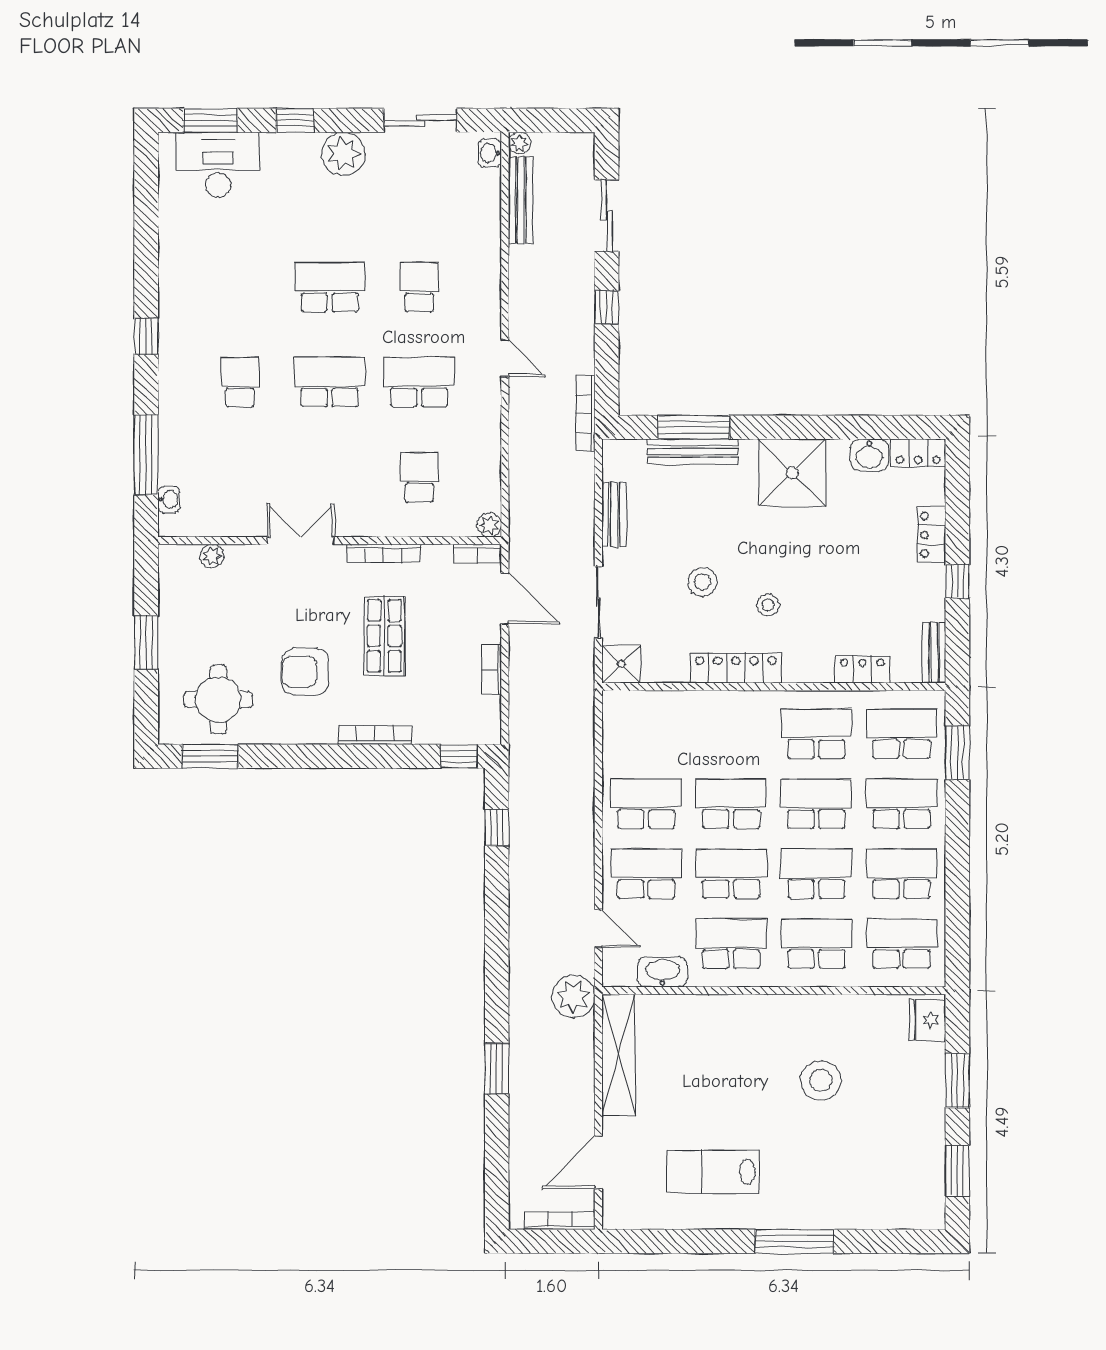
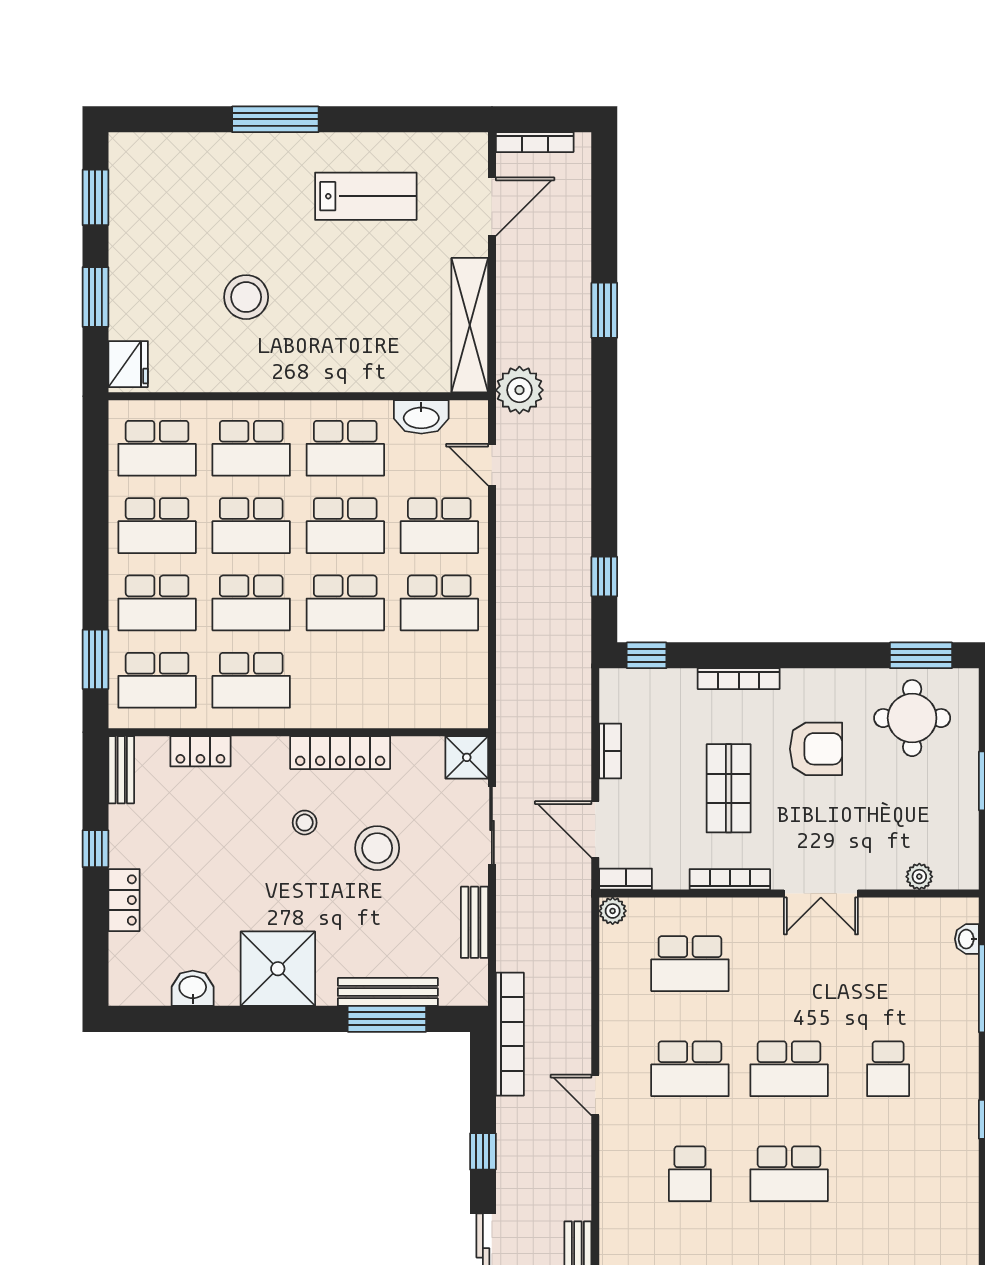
bookcase: (585, 413) -> (510, 1034), width x1.48, depth x1.31
locker: (918, 453) -> (139, 991), removed
school desk: (419, 477) -> (690, 964), width x1.85
stool: (702, 582) -> (377, 848), width x1.38, depth x1.38

